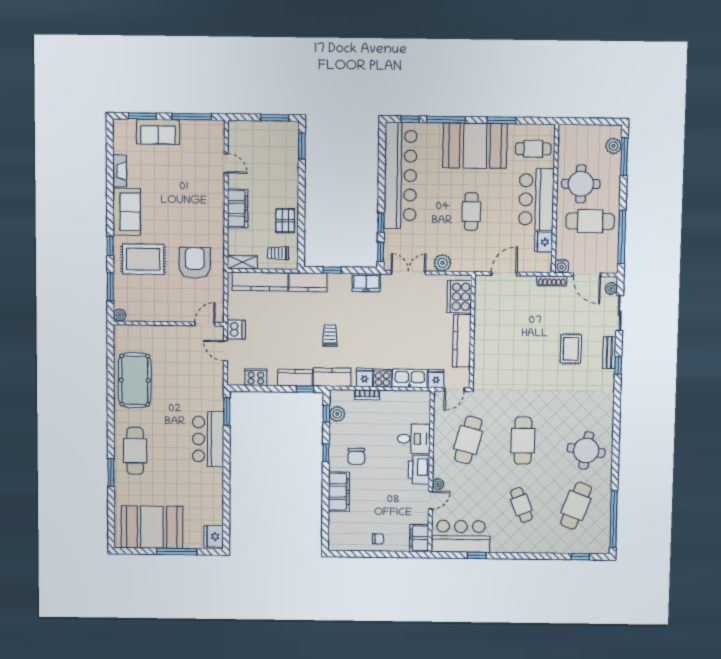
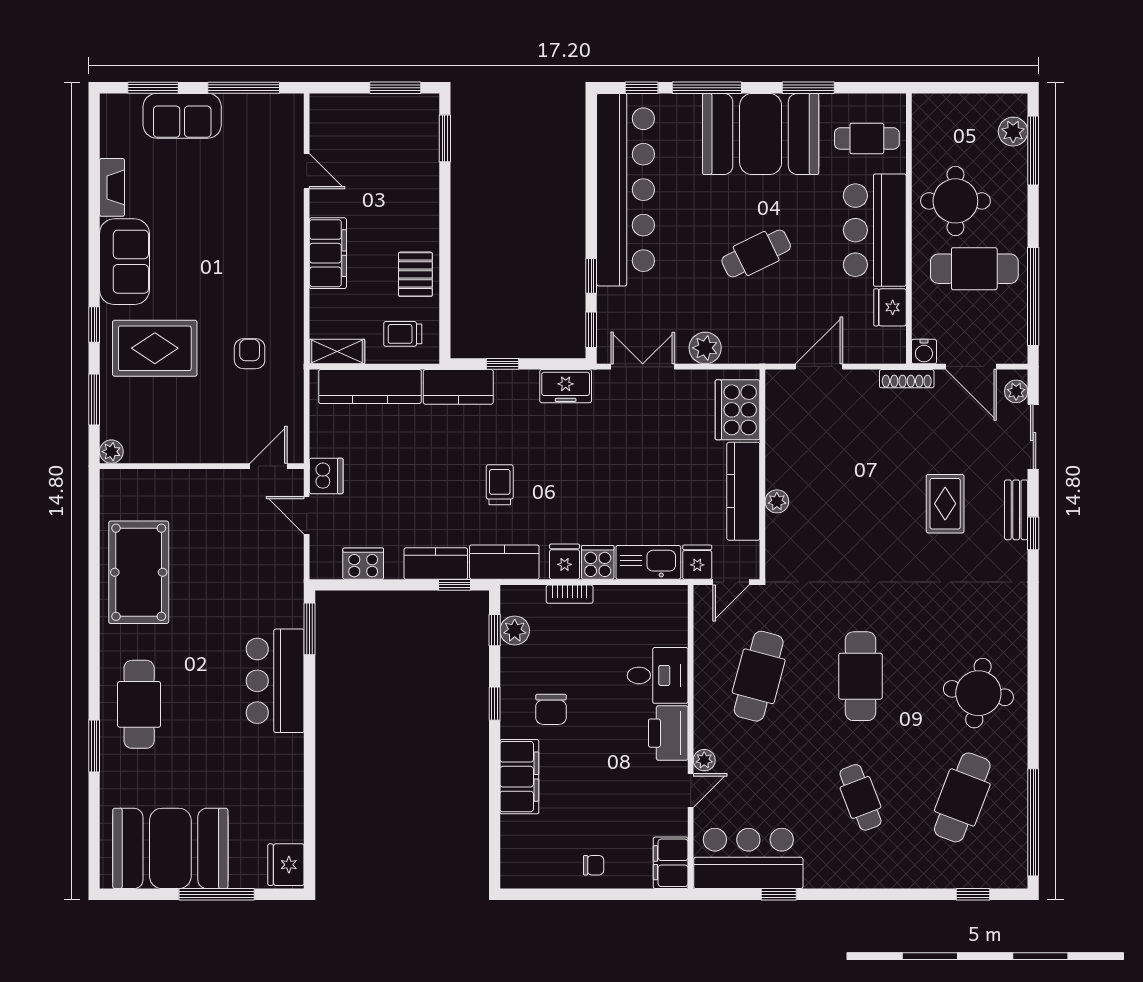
cafe table: (471, 211) -> (756, 254), turned 64
armchair: (195, 263) -> (250, 354), width x0.53, depth x0.53
plant: (480, 346) -> (777, 501), added

